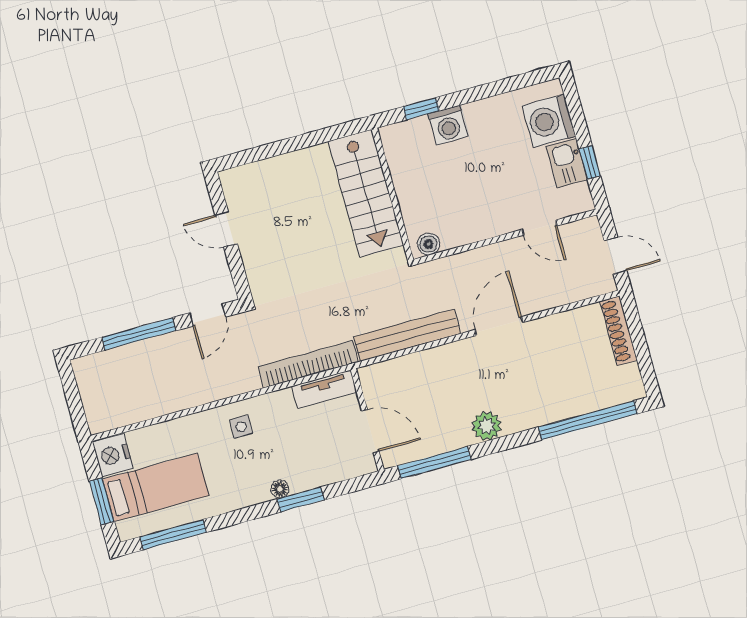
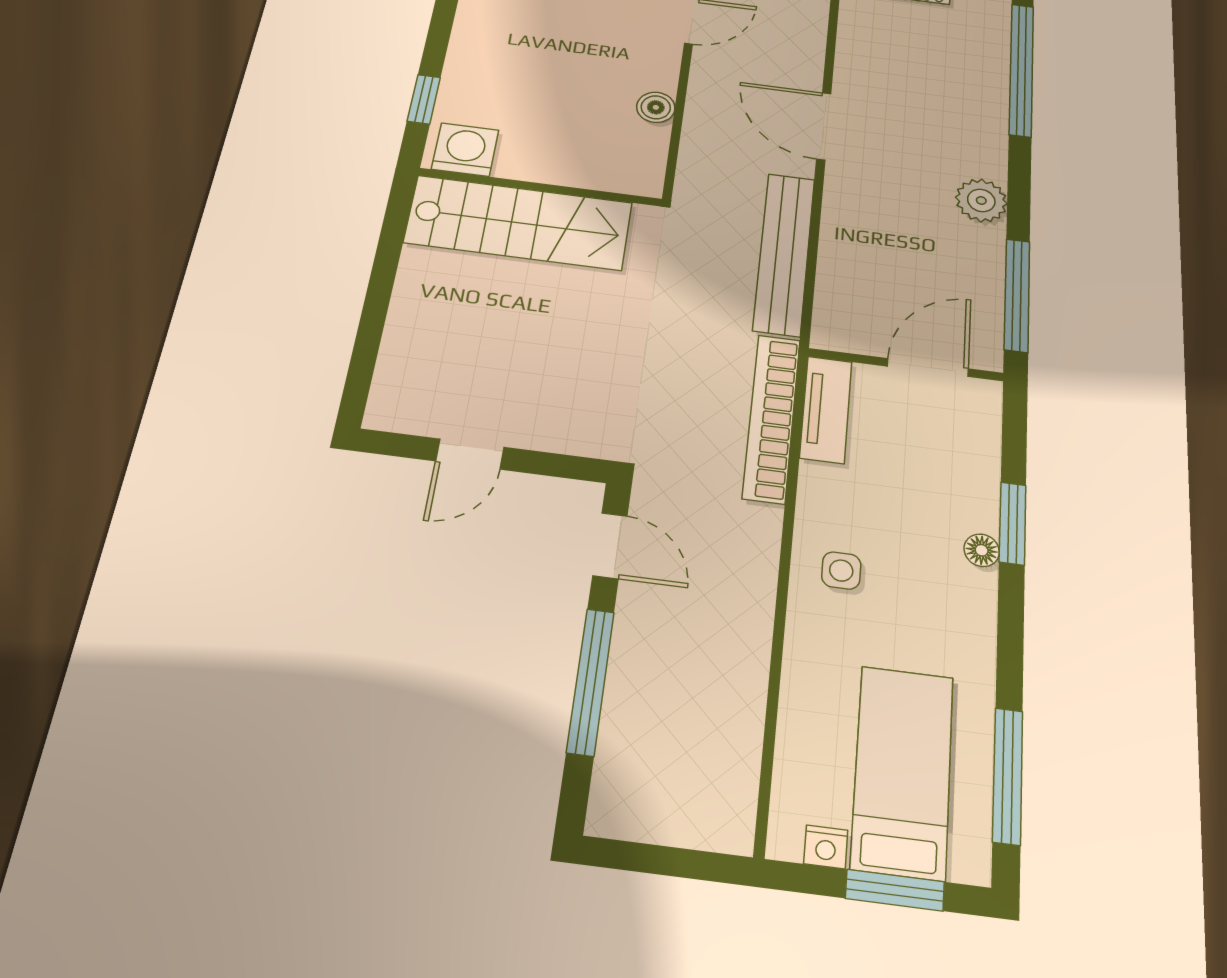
washing machine: (448, 125) -> (465, 150), moved, turned -90
boiler: (429, 244) -> (656, 107), moved
nightstand: (113, 455) -> (826, 847), width x0.53, depth x0.56

